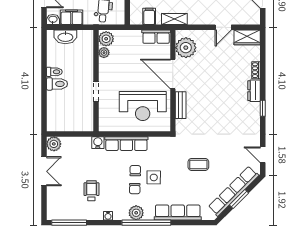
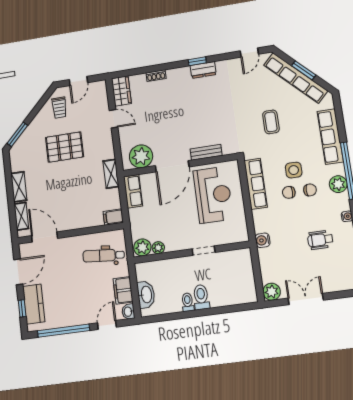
filing cabinet: (149, 16) -> (113, 217), moved
dresser: (254, 91) -> (203, 70), moved
row of seats: (126, 144) -> (256, 184), moved

